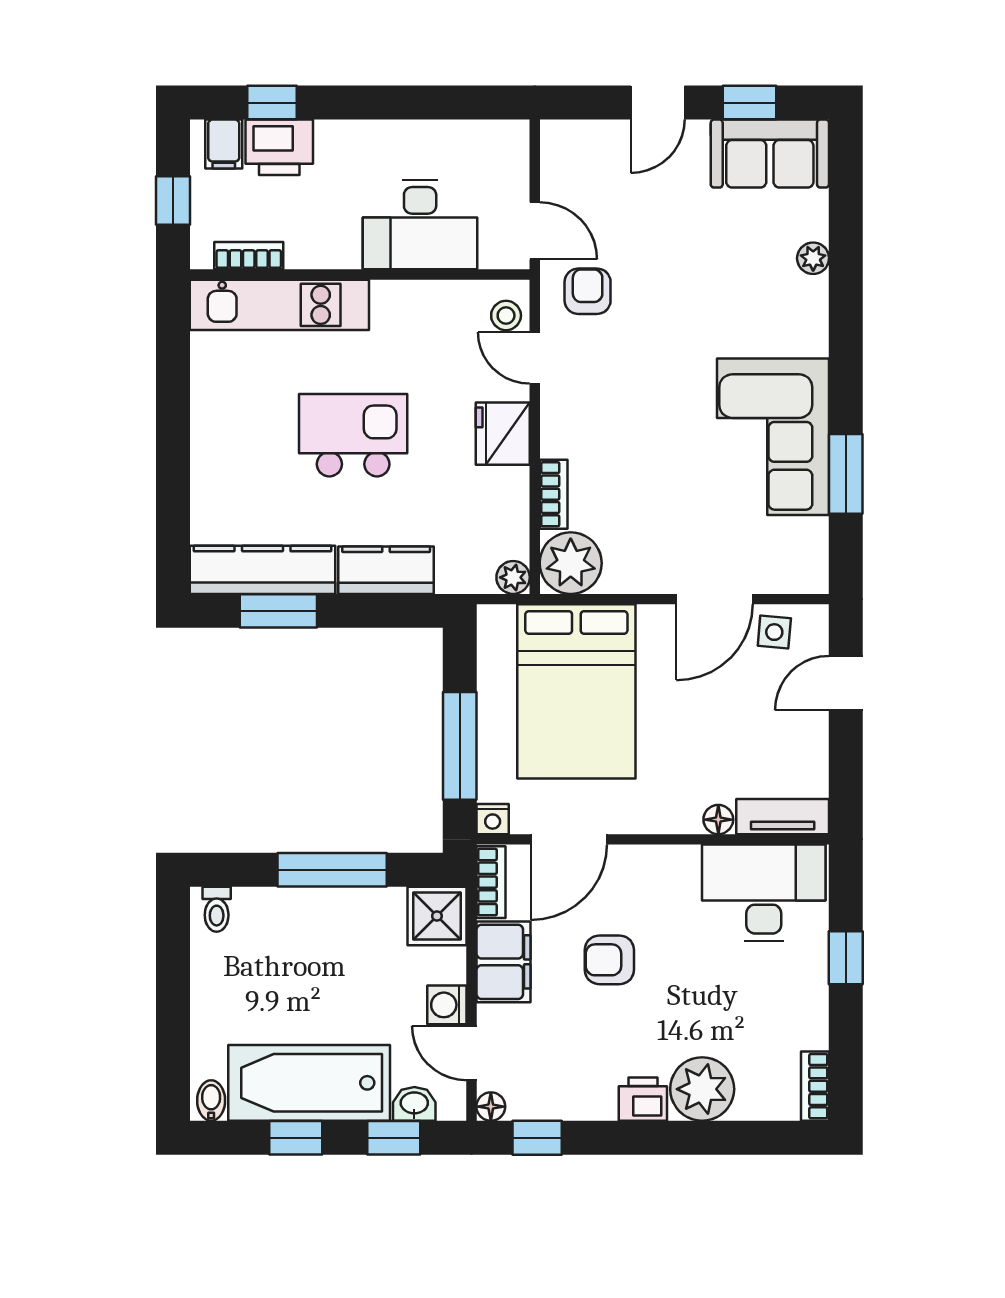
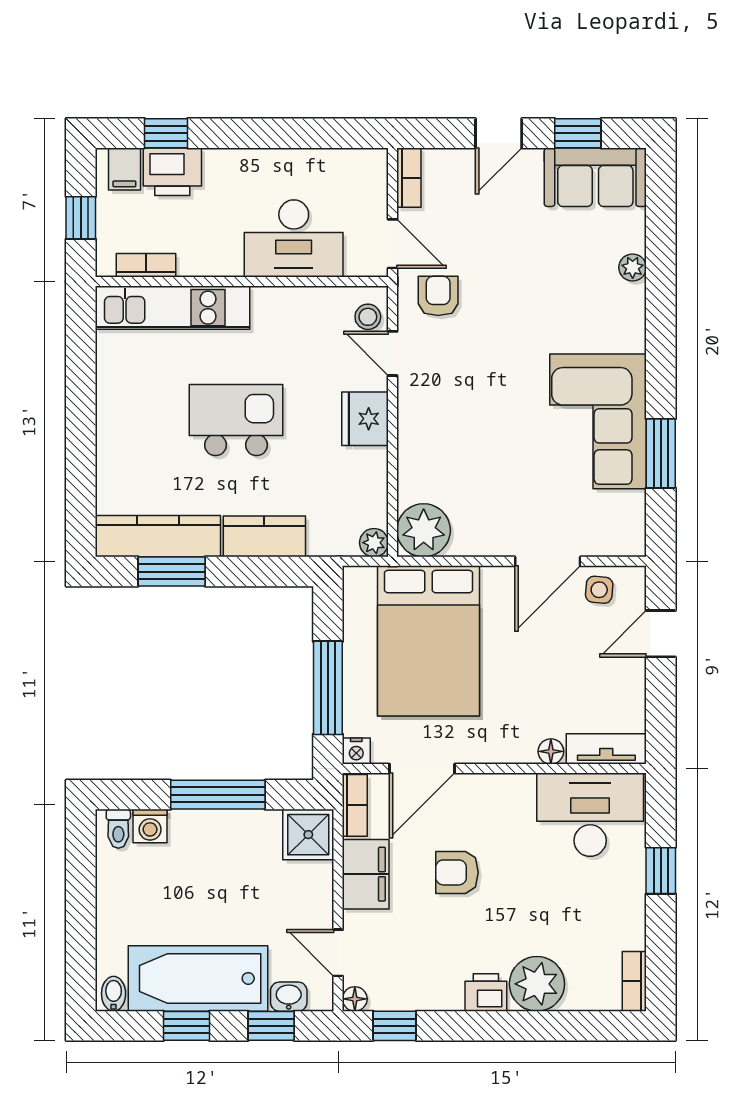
bookcase: (554, 494) -> (409, 178), moved
washing machine: (447, 1005) -> (150, 826), moved, turned -90

